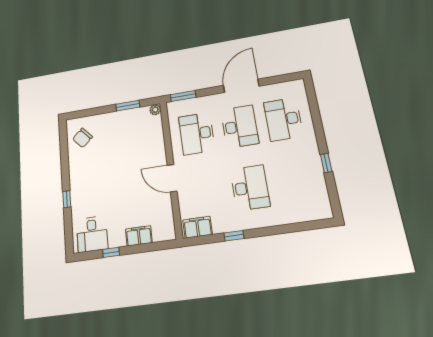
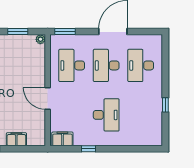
desk: (240, 127) -> (106, 65), turned 180

